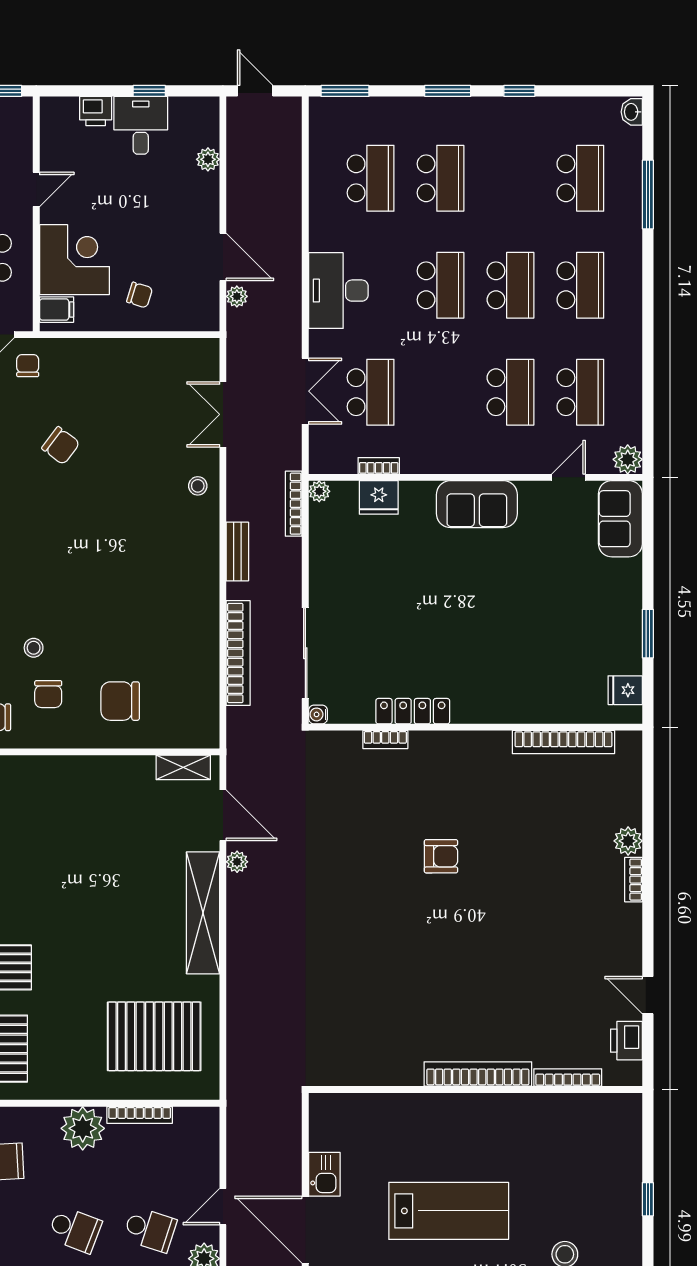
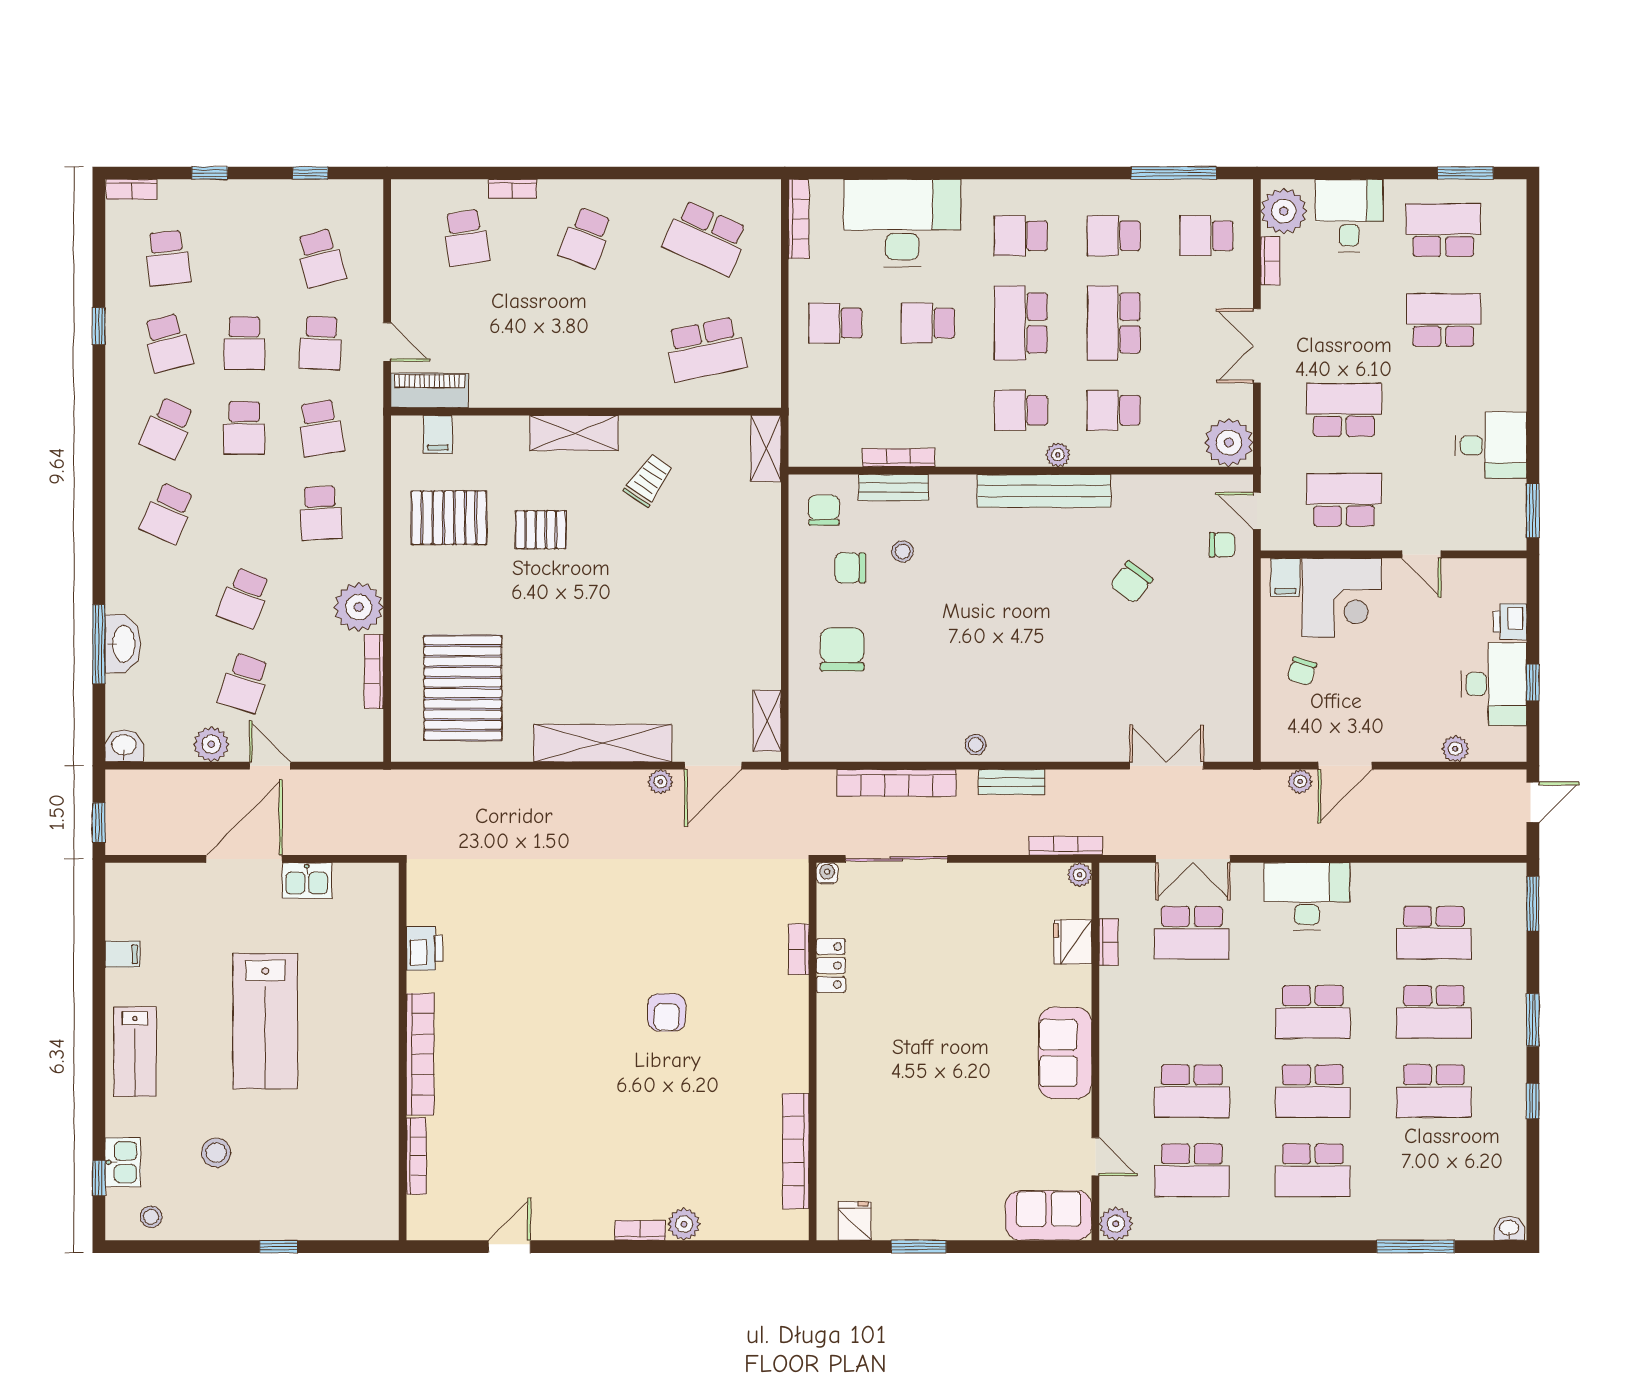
desk: (141, 125) -> (1494, 684), width x1.37
school desk: (580, 178) -> (1434, 1091), moved
stool: (198, 486) -> (976, 745), moved
locker: (413, 711) -> (831, 966), width x0.66
printer: (626, 1041) -> (424, 948), moved, turned 90

